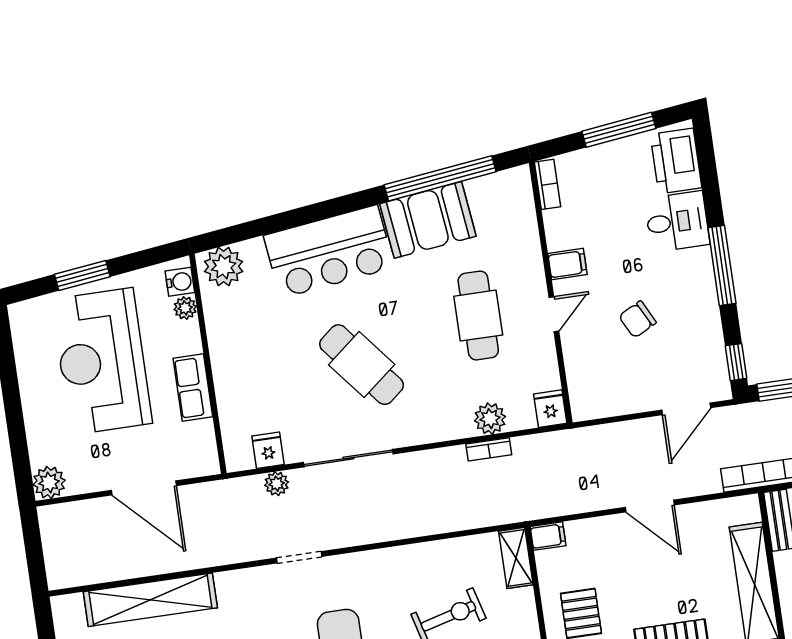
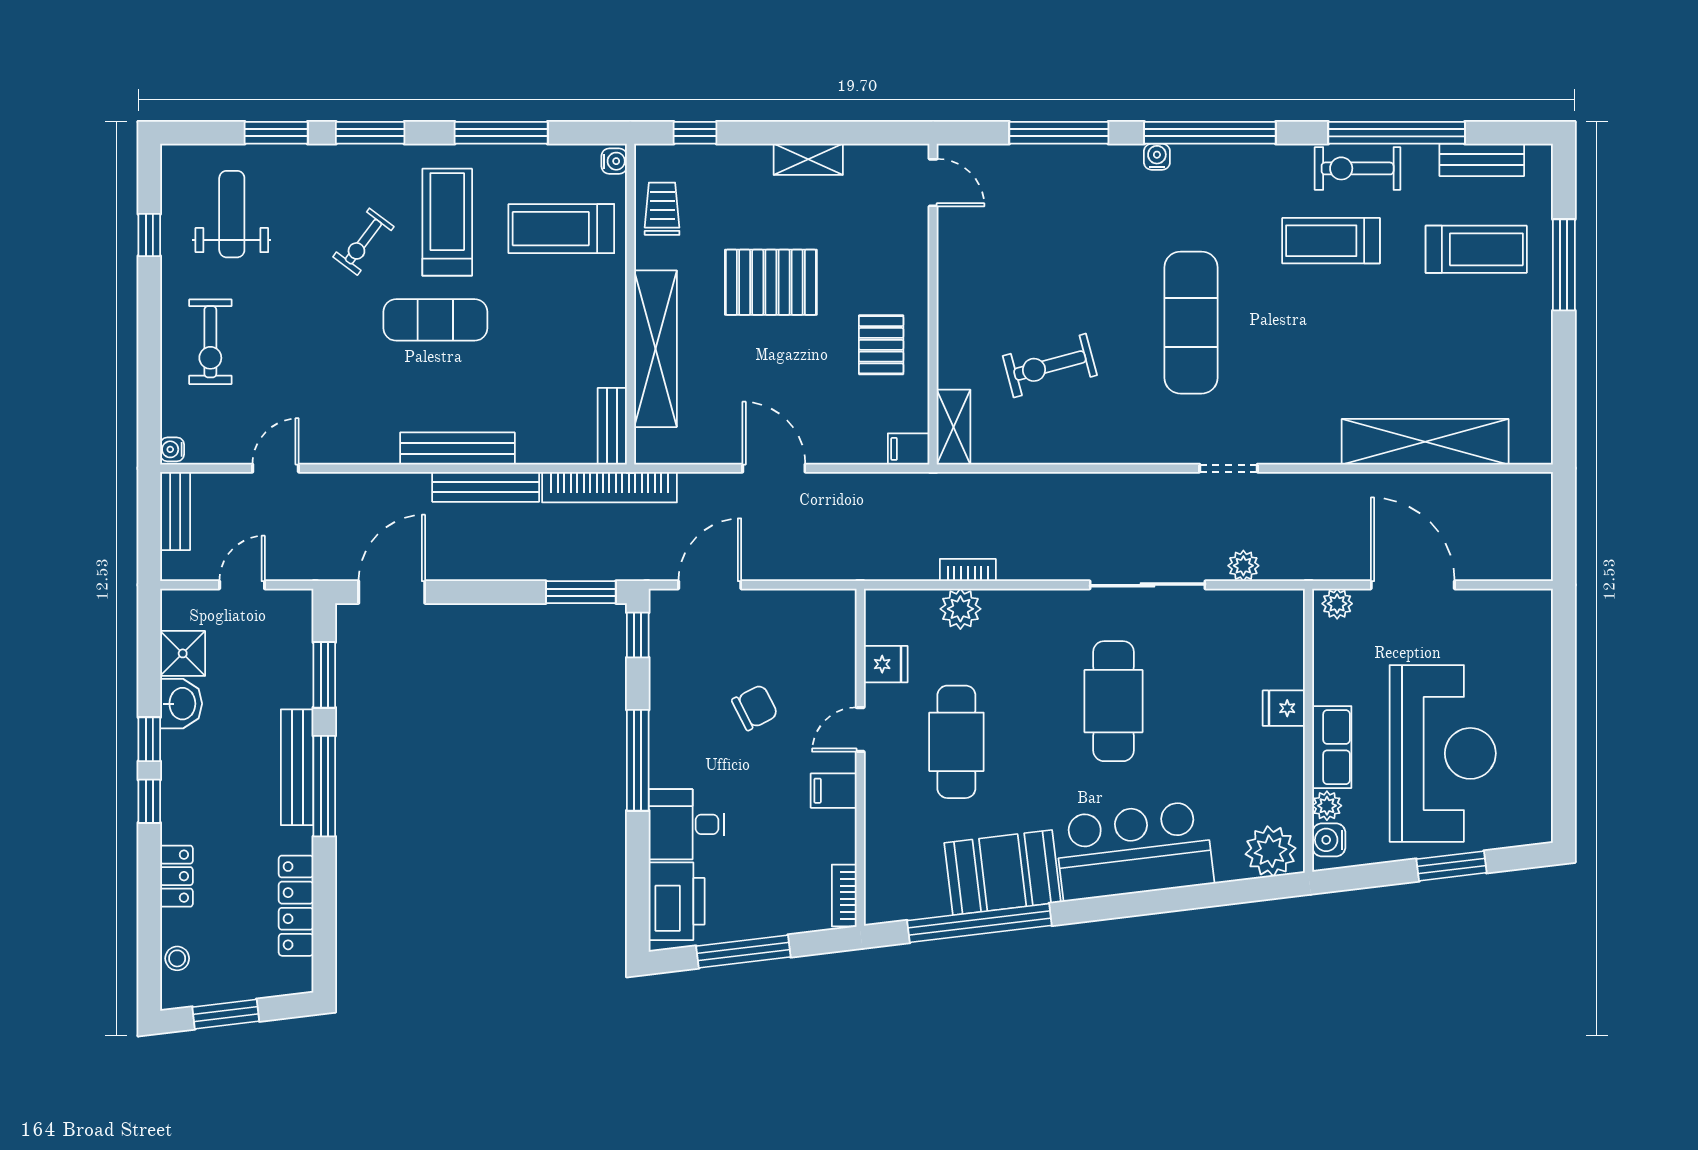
cafe table: (362, 365) -> (1114, 701), turned 39
row of seats: (193, 388) -> (1332, 747), moved
fridge: (550, 409) -> (886, 664), moved, turned -90
fridge: (268, 450) -> (1284, 708), moved, turned 90
plant: (49, 482) -> (1337, 604), moved, width x0.73, depth x0.73

